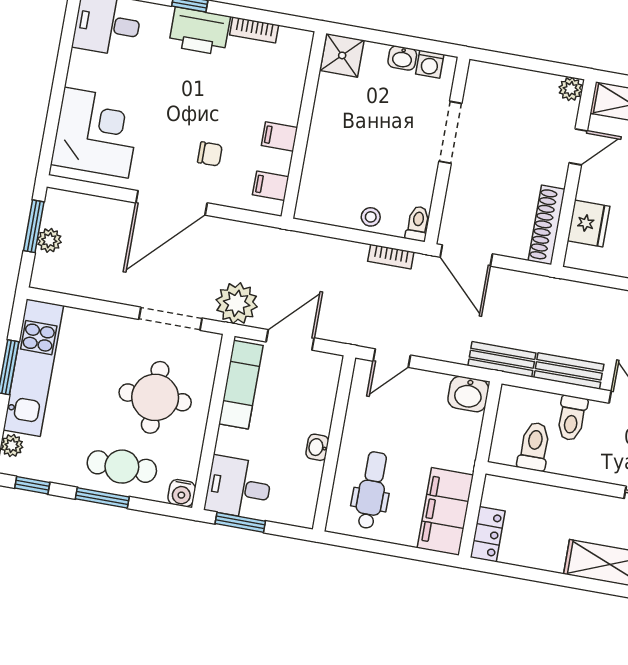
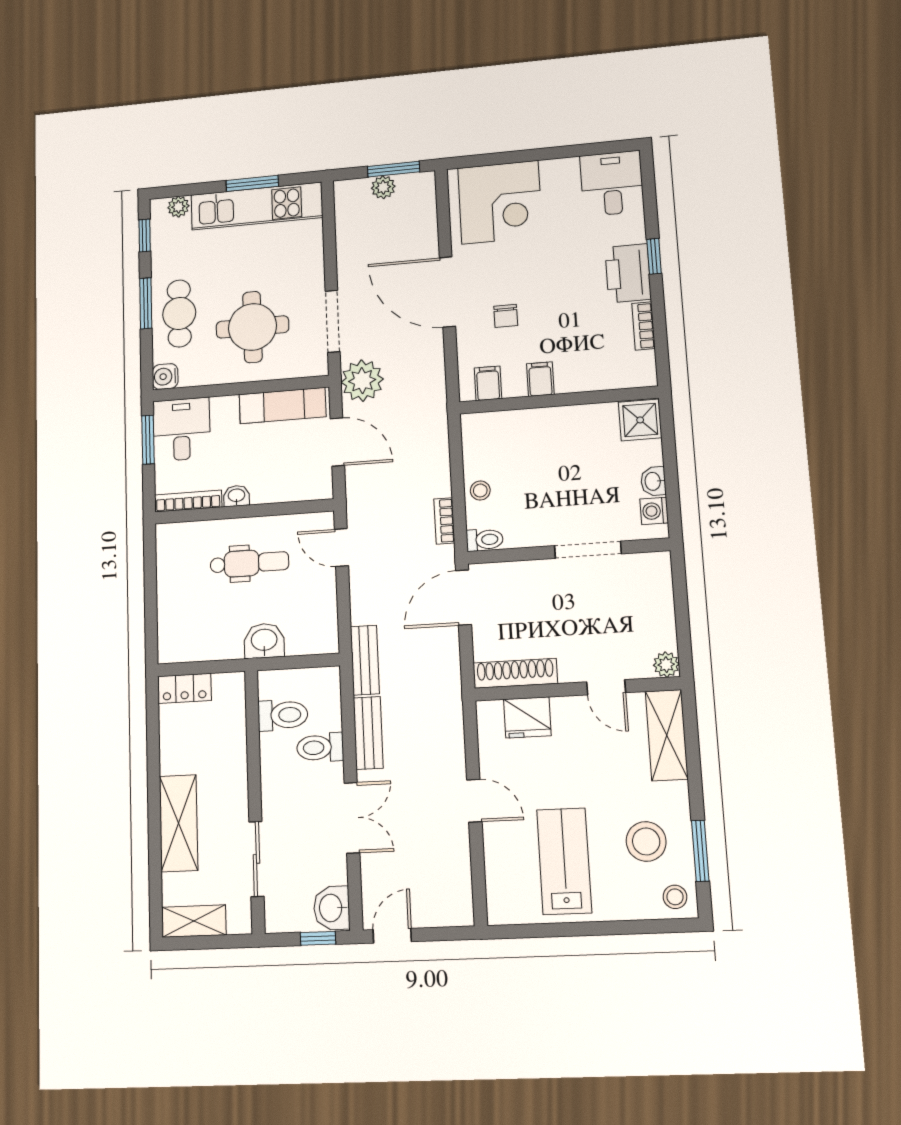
washbasin: (468, 394) -> (264, 641), moved, turned 90
dental chair: (372, 490) -> (249, 563), moved
bookcase: (310, 495) -> (188, 501), added
filing cabinet: (445, 511) -> (199, 640), removed

